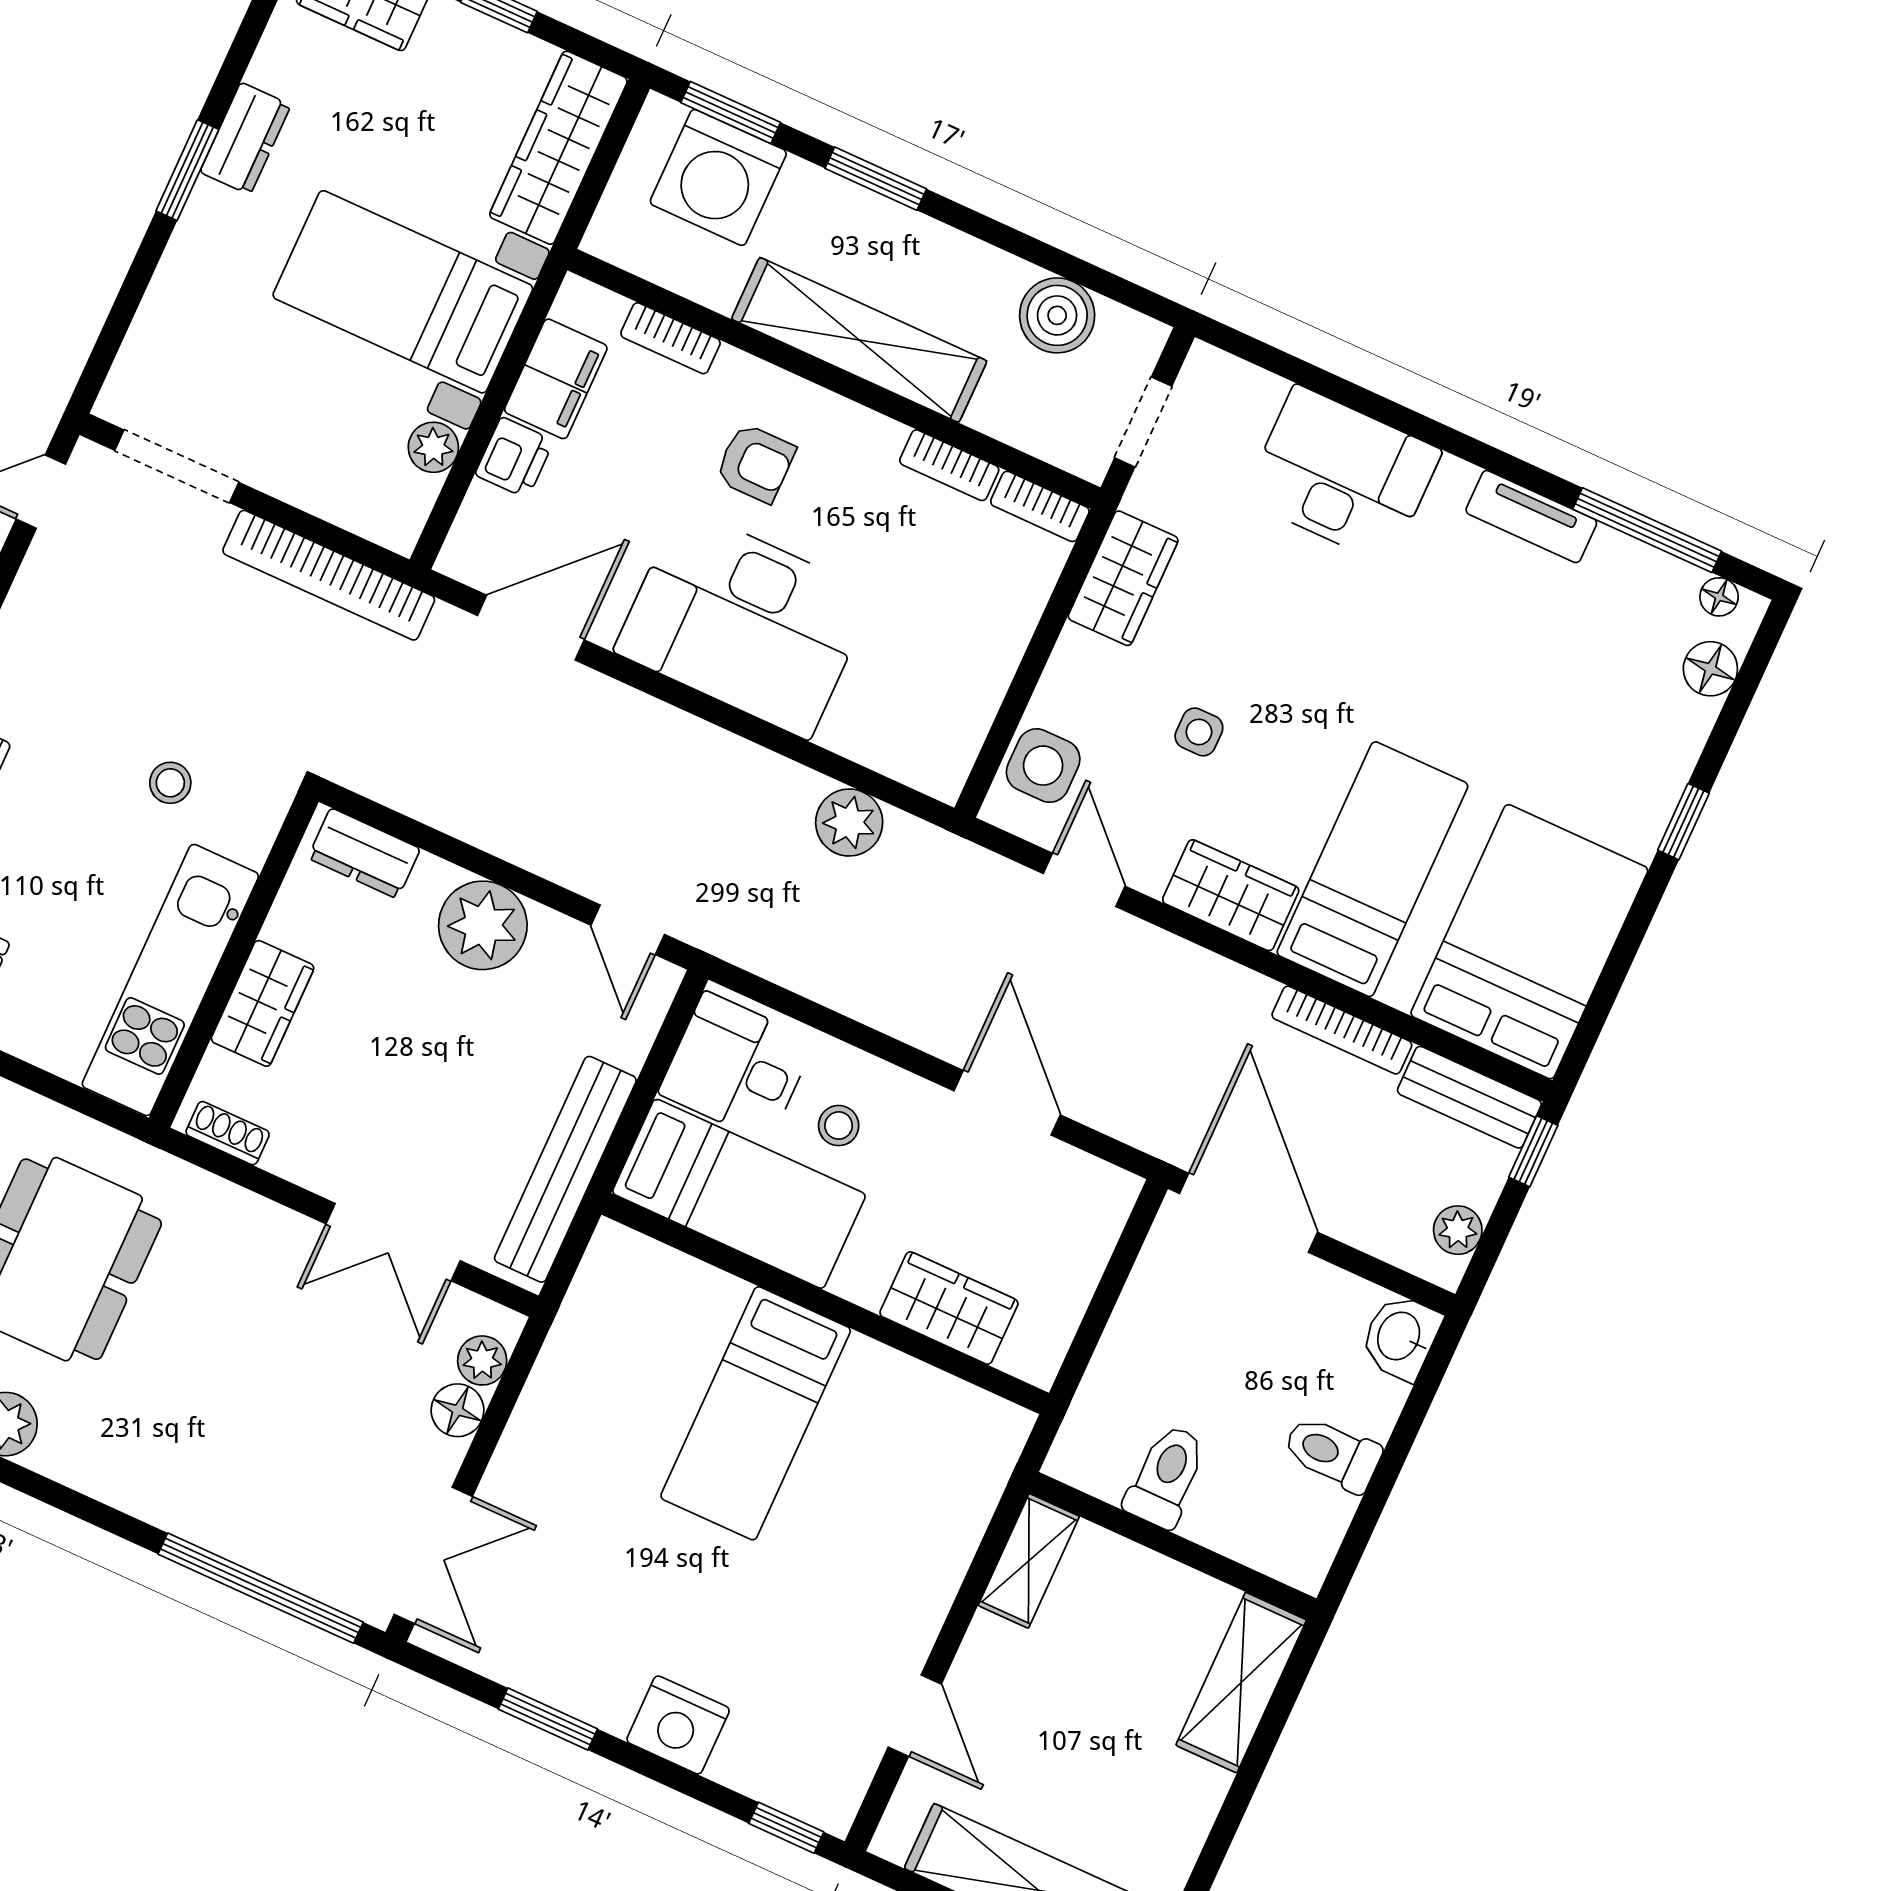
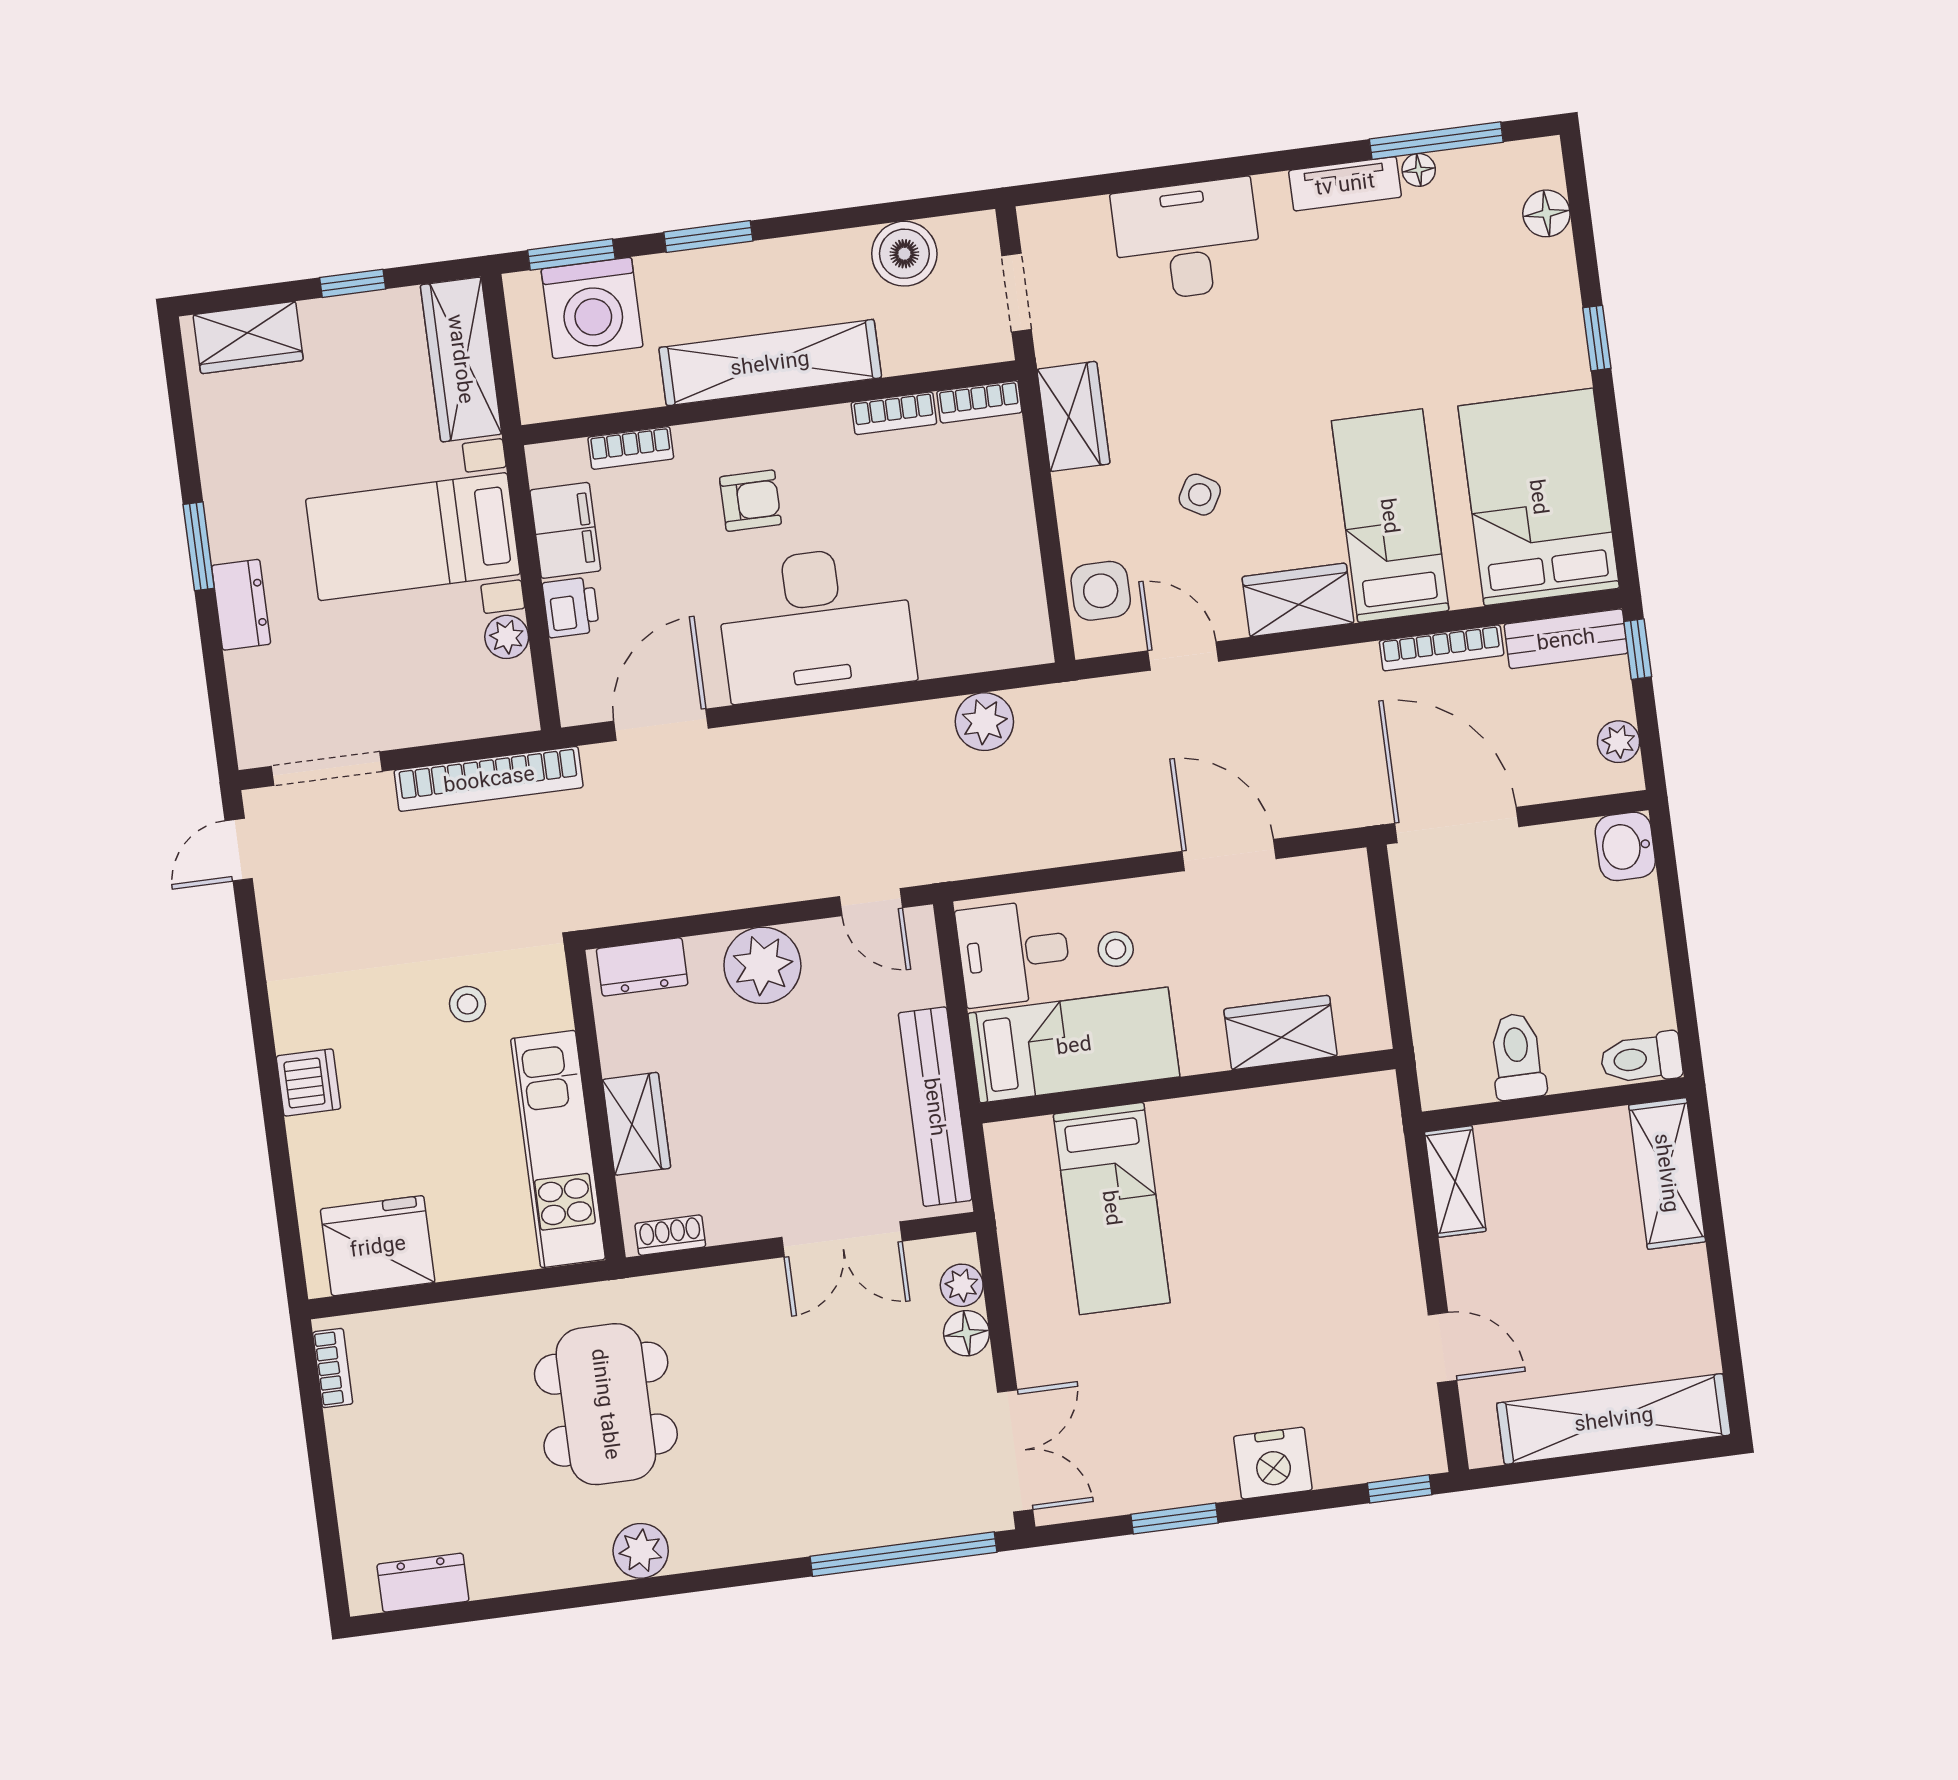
dresser: (245, 139) -> (241, 605), moved
floor lamp: (1719, 597) -> (1419, 170), moved
side table: (1199, 732) -> (1200, 495), turned 30
bed: (756, 1413) -> (1112, 1208), moved
toilet: (1332, 1453) -> (1641, 1058), moved

